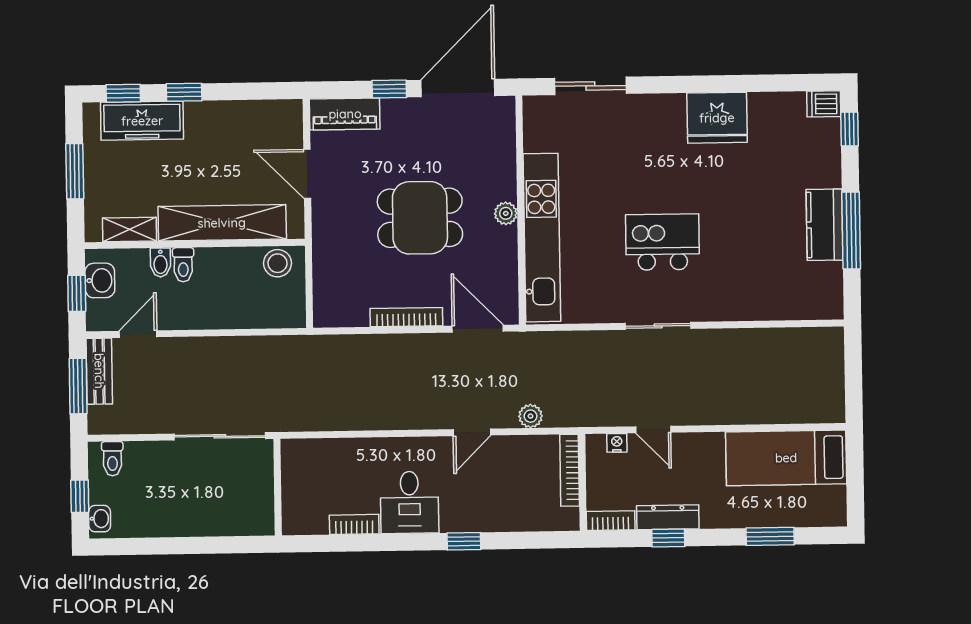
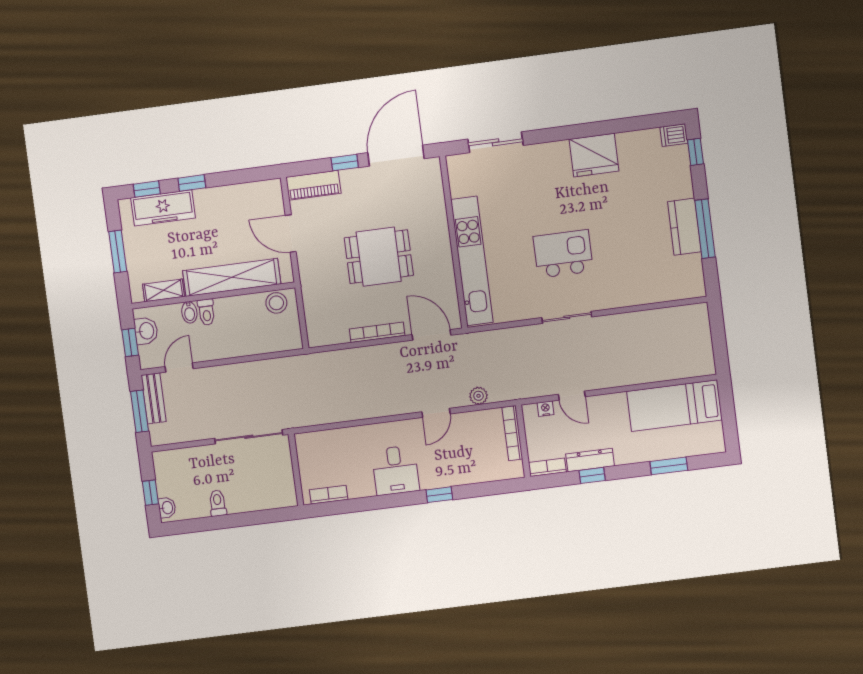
plant: (506, 213) -> (443, 246), removed
toilet: (112, 459) -> (218, 503), moved, turned 180
bookcase: (354, 524) -> (329, 495), moved

